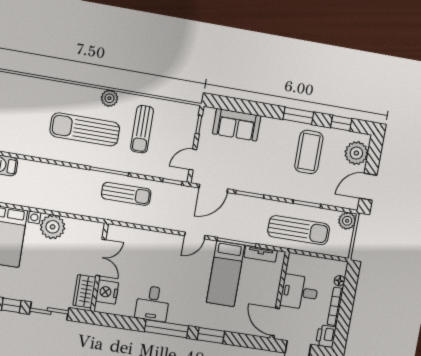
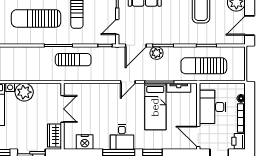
plant: (347, 221) -> (157, 53), moved
sun lounger: (299, 230) -> (204, 66), turned 180
nightstand: (107, 292) -> (85, 142), moved, turned -90
desk: (299, 292) -> (213, 107), width x1.37
desk: (153, 304) -> (122, 137), moved

